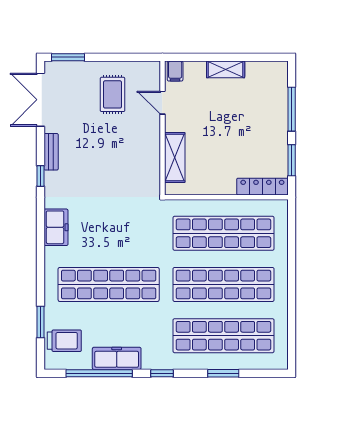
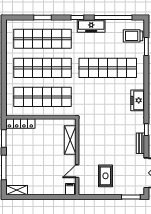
shelving: (226, 69) -> (17, 190), moved
door: (162, 103) -> (77, 171), swing flipped
freezer: (117, 358) -> (91, 26), moved

